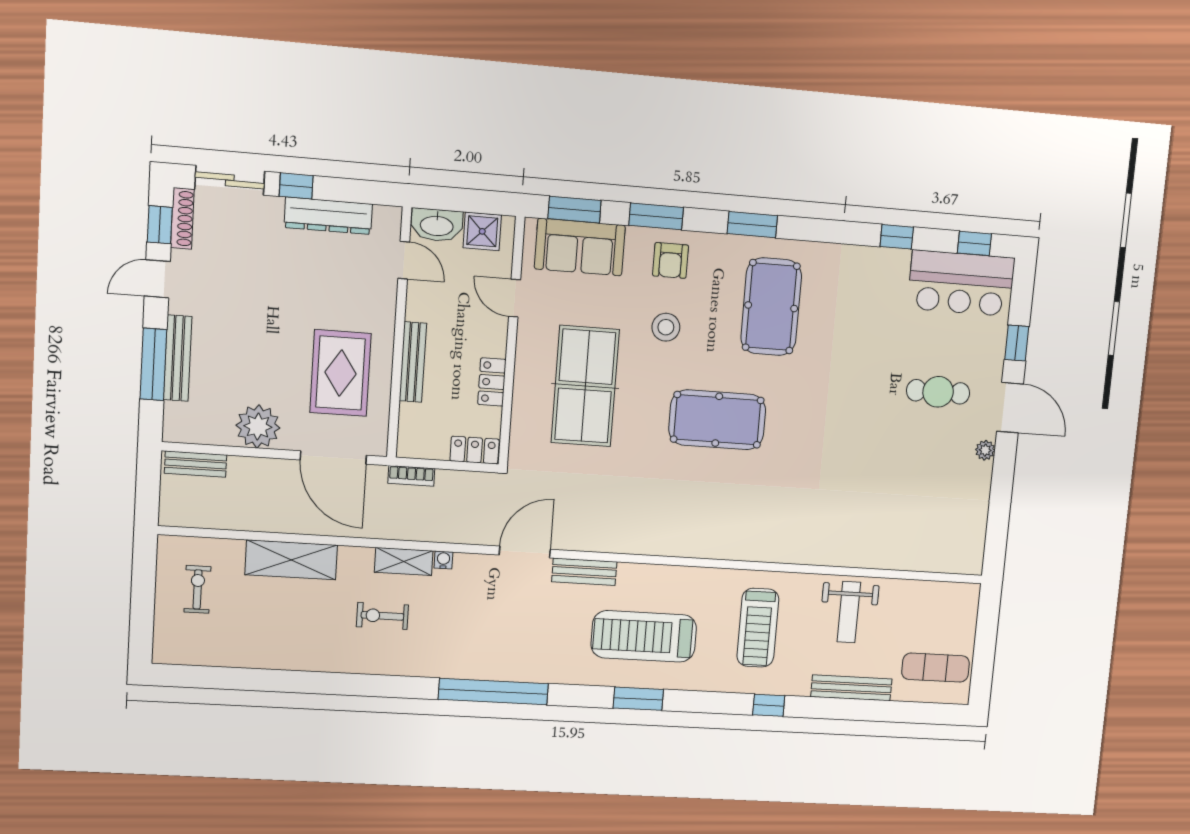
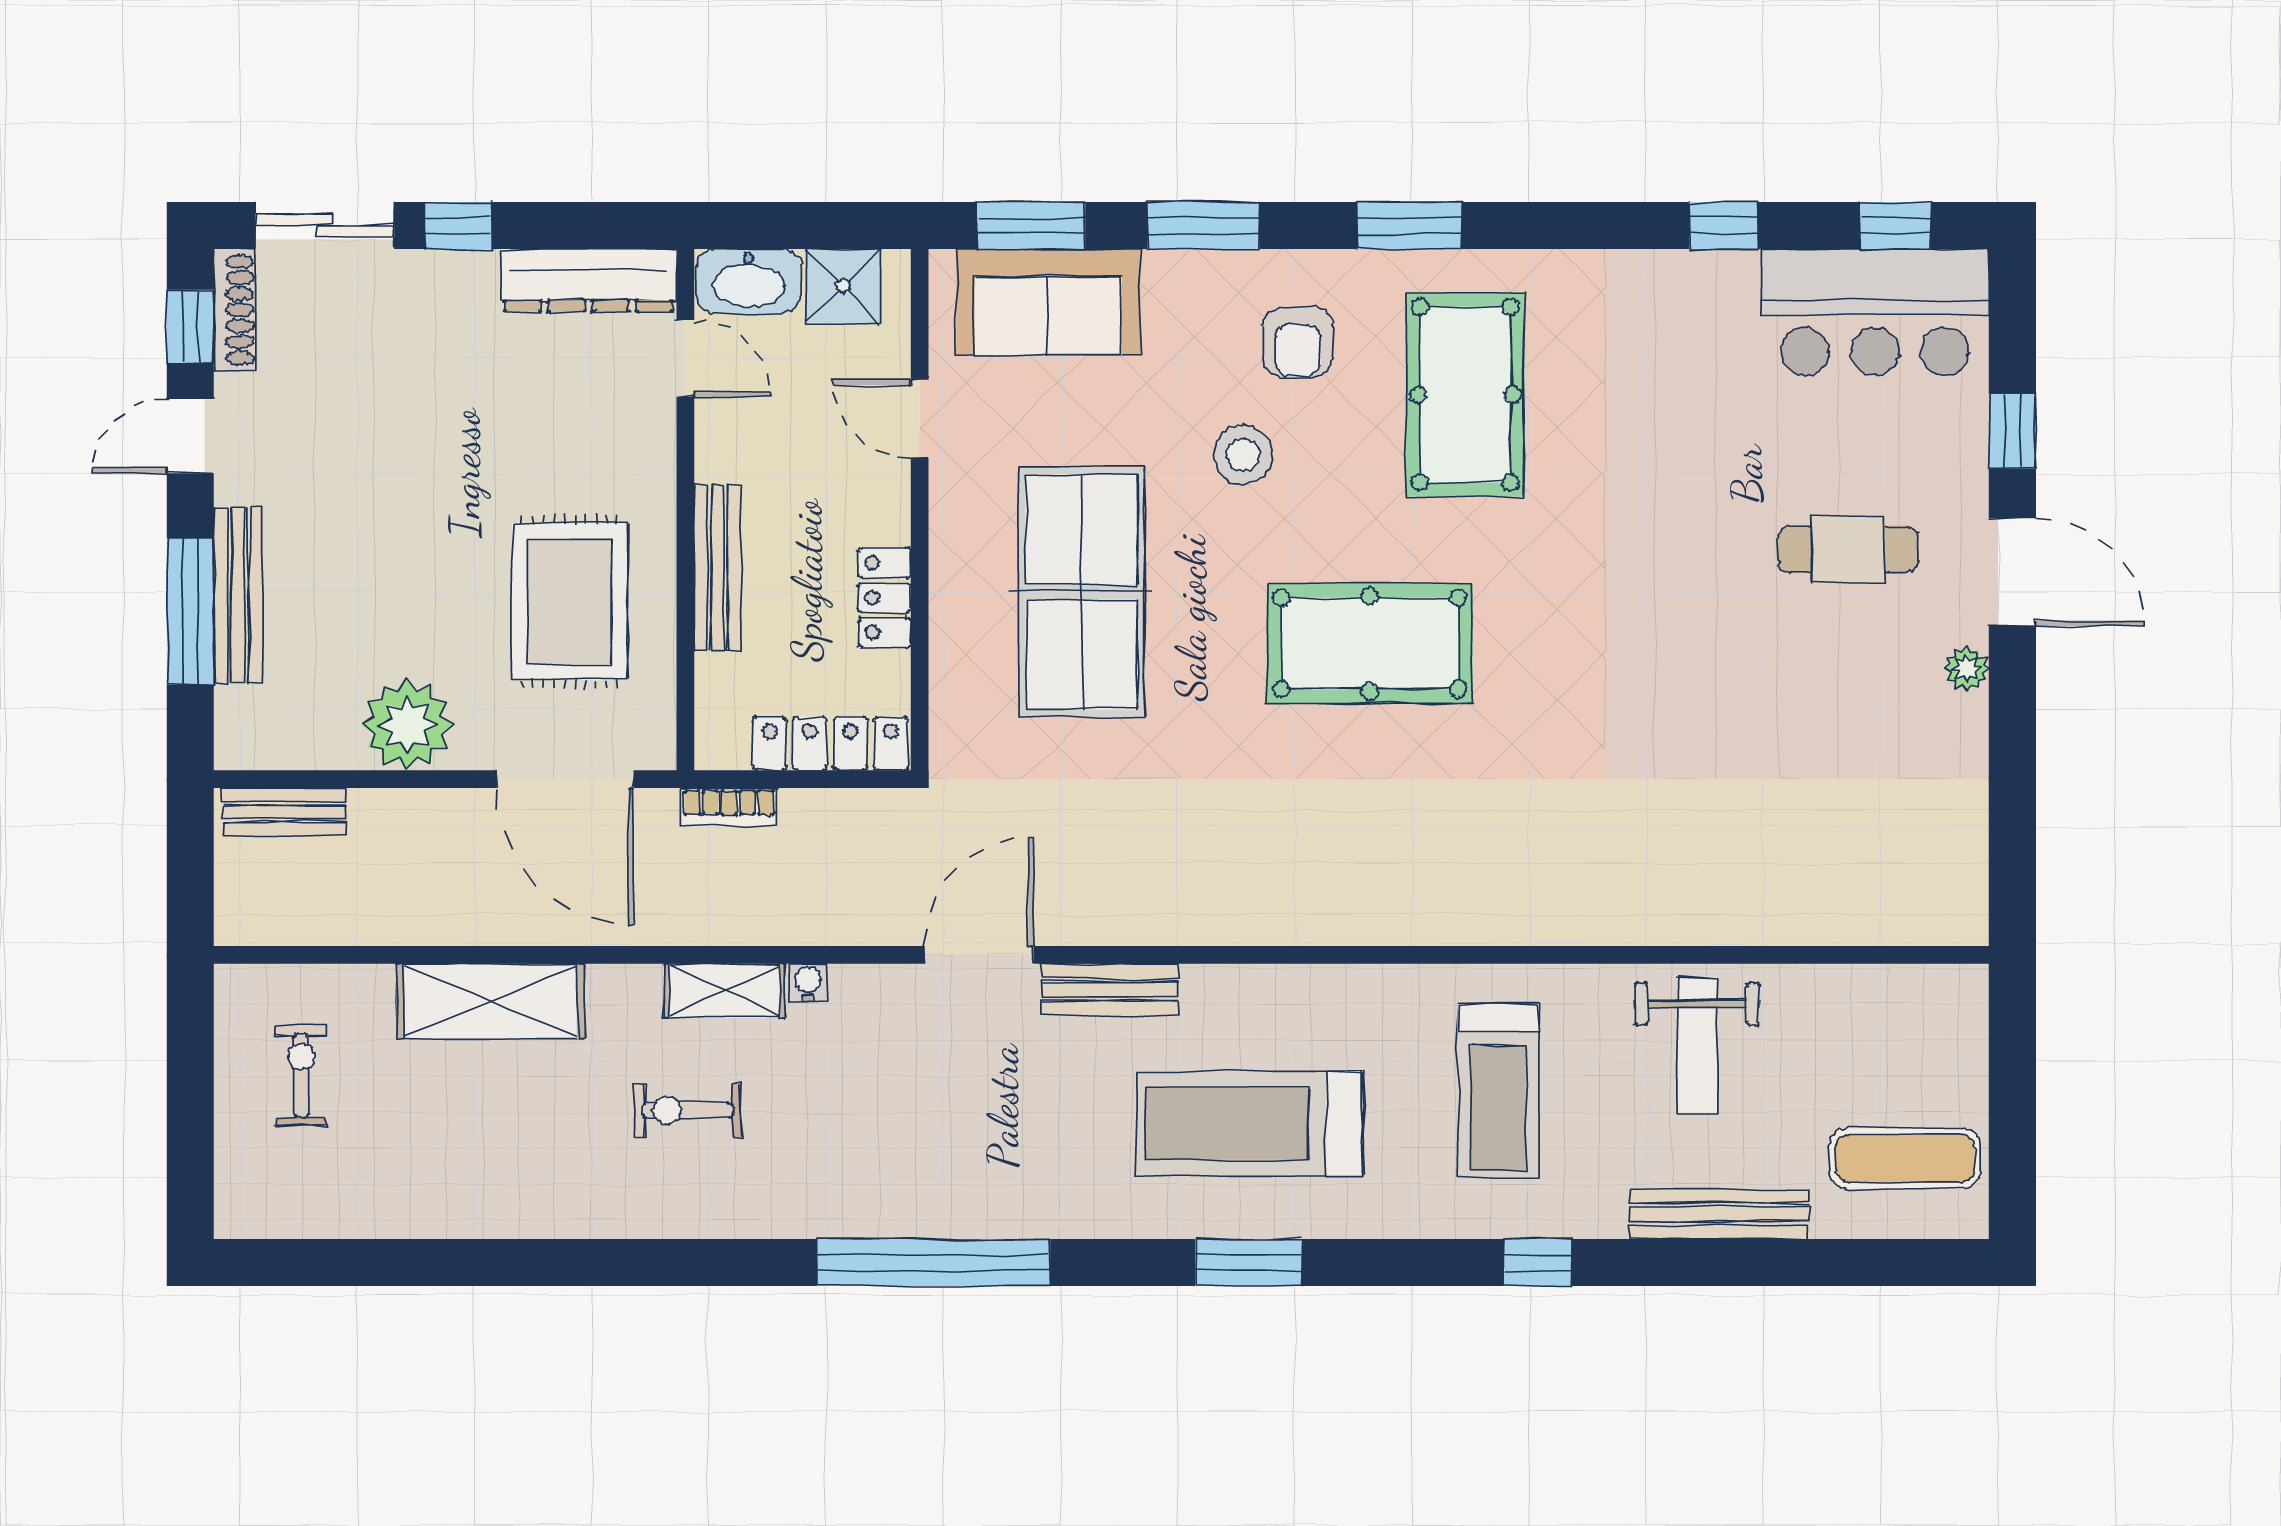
dresser: (328, 216) -> (589, 280), moved
armchair: (671, 260) -> (1298, 342), moved
locker: (475, 450) -> (830, 744), width x1.53

